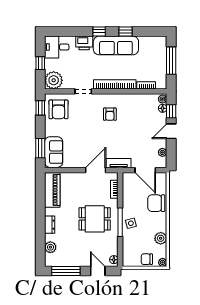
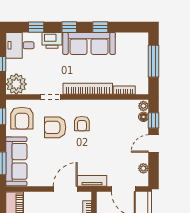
window: (71, 31) -> (36, 27), added
armchair: (87, 117) -> (55, 127), added
sofa: (54, 152) -> (16, 161), width x1.36

